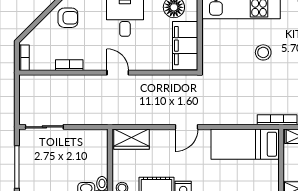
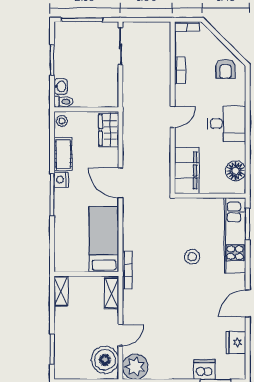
filing cabinet: (185, 46) -> (187, 170), moved, turned 90
door: (187, 127) -> (121, 183), width x1.38

